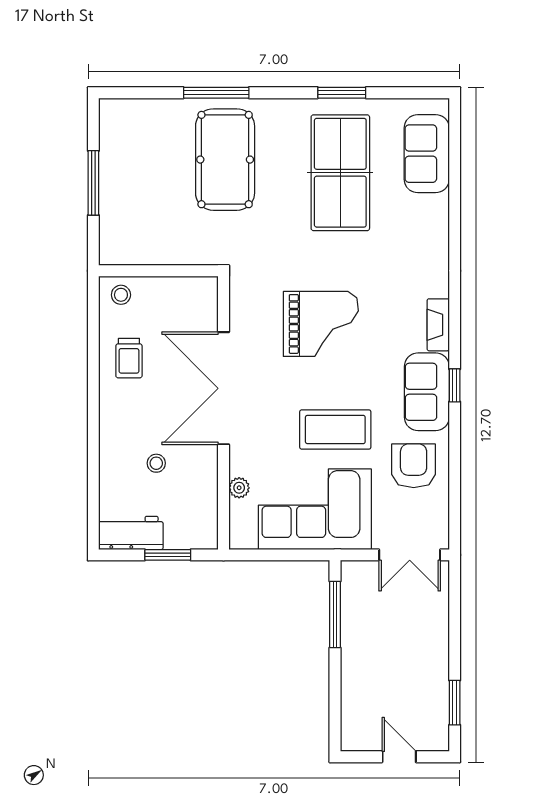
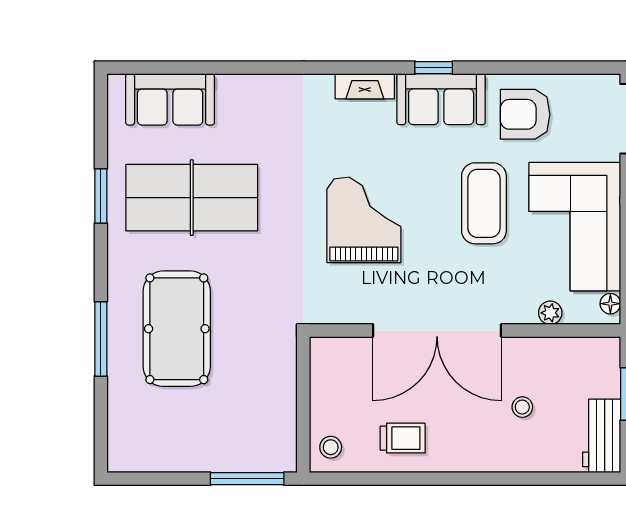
pool table: (225, 160) -> (177, 329), turned 90
window: (93, 183) -> (247, 479), moved
floor lamp: (247, 541) -> (610, 304), added

